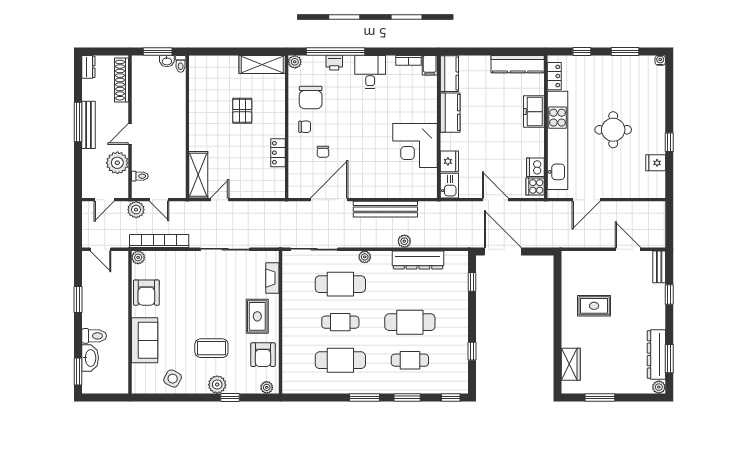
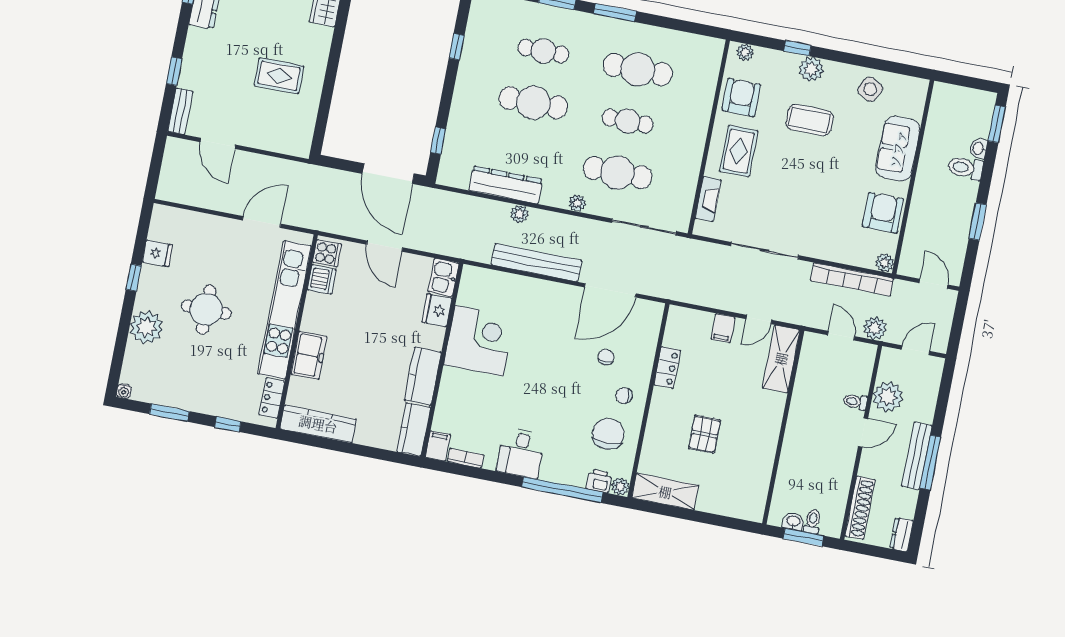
printer: (334, 63) -> (599, 481), moved
toilet: (181, 64) -> (813, 521), moved
plant: (653, 109) -> (146, 327), added
toilet: (140, 176) -> (855, 402), moved
filing cabinet: (244, 188) -> (723, 328), added
washbasin: (90, 358) -> (979, 148), width x0.52, depth x0.69

